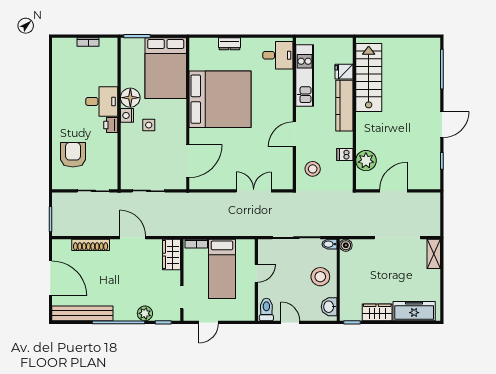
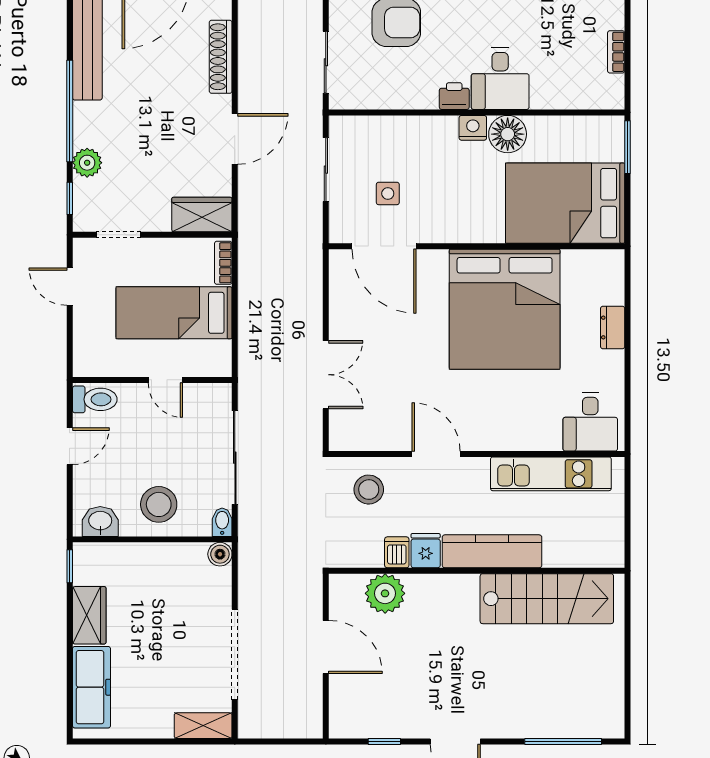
fridge: (344, 72) -> (426, 551), moved
side table: (149, 125) -> (388, 193), moved

